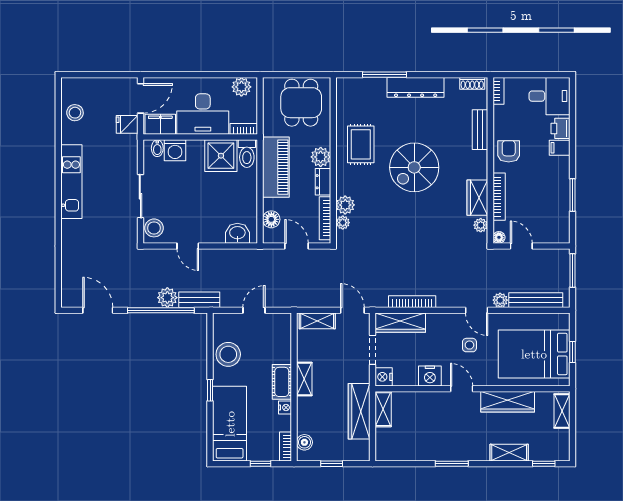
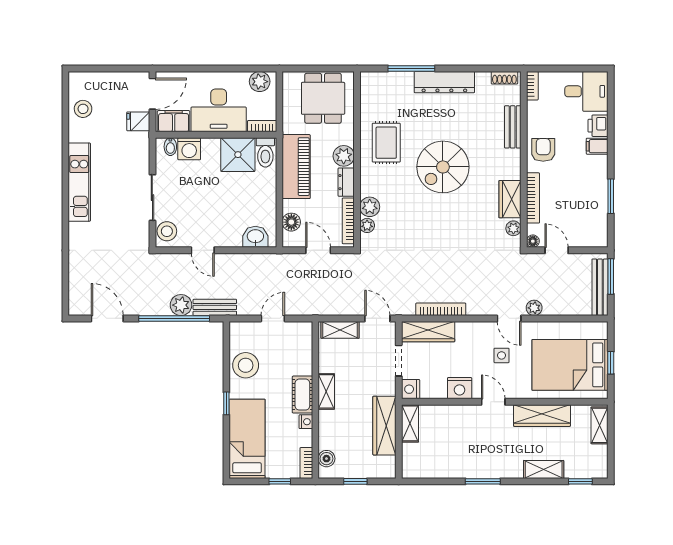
bench: (536, 300) -> (600, 287), moved, turned 90

